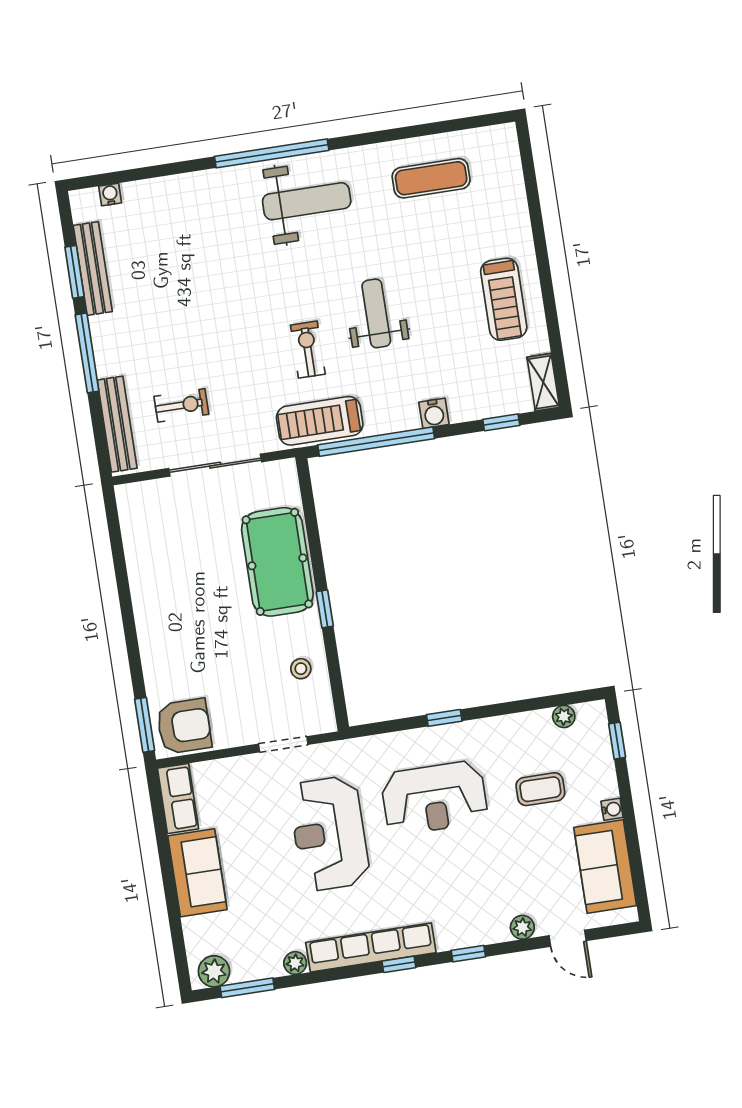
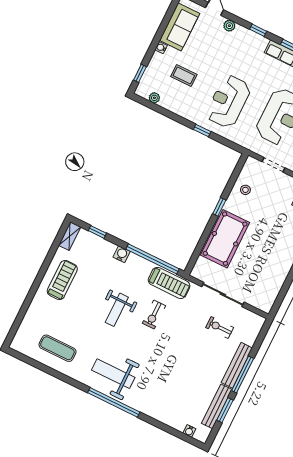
bench: (117, 424) -> (237, 365), moved
reception desk: (434, 798) -> (228, 101), turned -90

